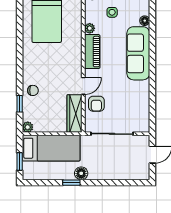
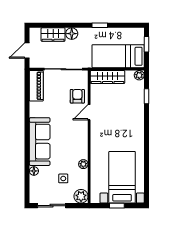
piano: (92, 52) -> (36, 86), moved, turned 180
chair: (33, 90) -> (134, 108), removed
wardrobe: (75, 113) -> (107, 77), moved, turned 90
wardrobe: (123, 172) -> (53, 35), added
floor lamp: (81, 173) -> (72, 34), moved

